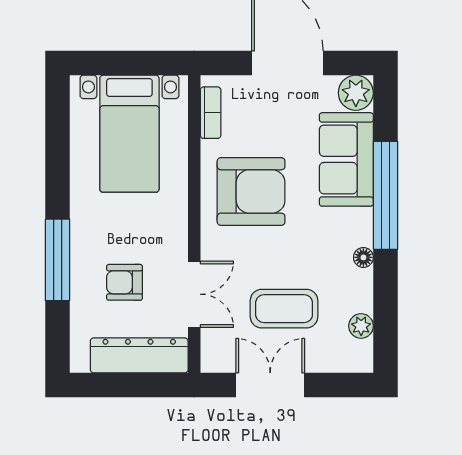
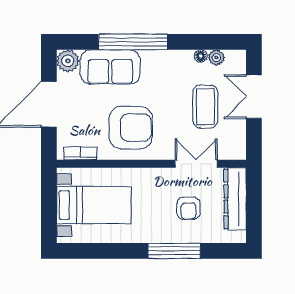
armchair: (251, 191) -> (131, 128), turned 90
floor lamp: (363, 257) -> (201, 56), moved
double door: (270, 385) -> (254, 97), moved

